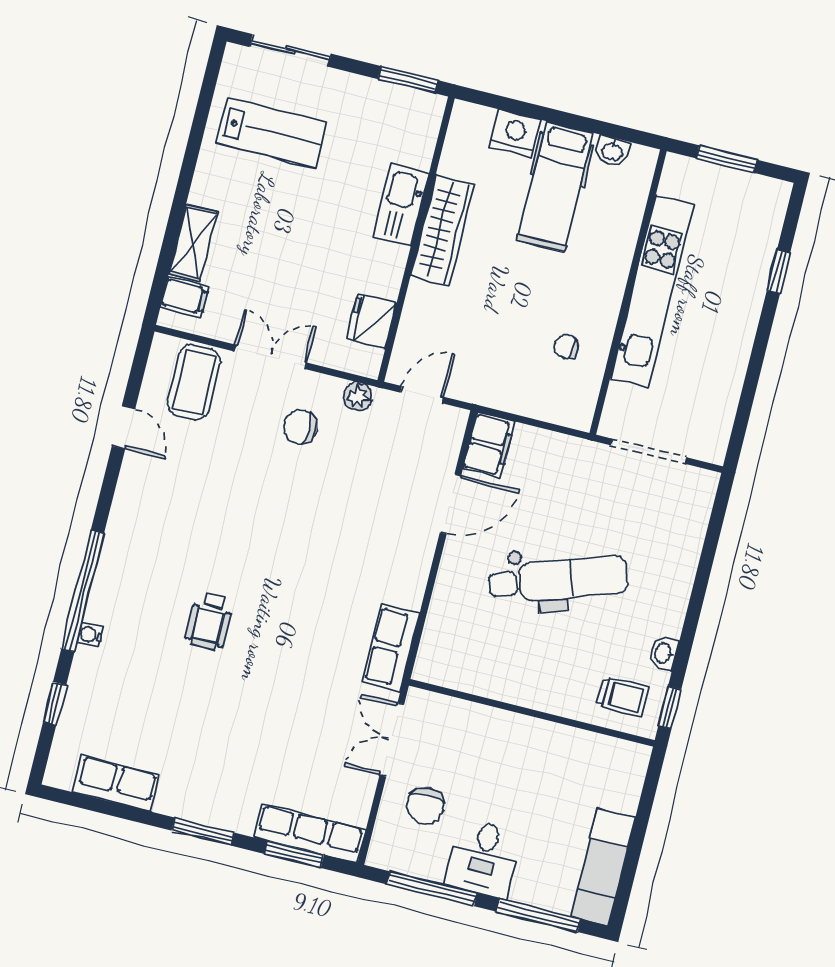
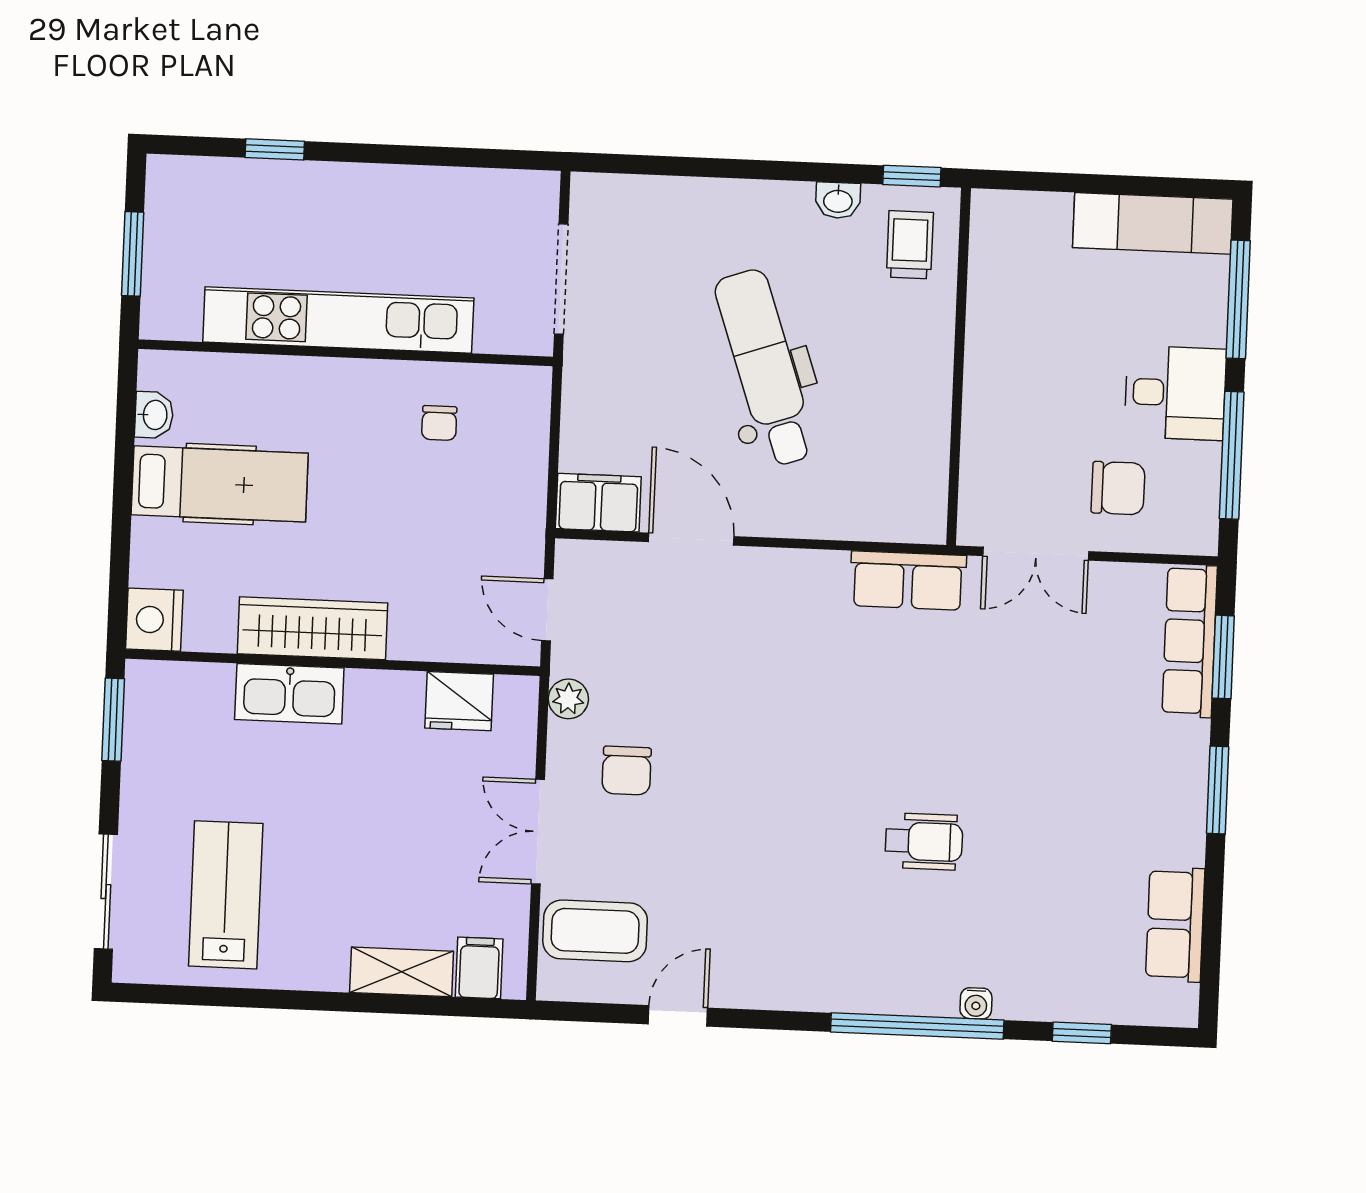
nightstand: (515, 133) -> (154, 620), moved

